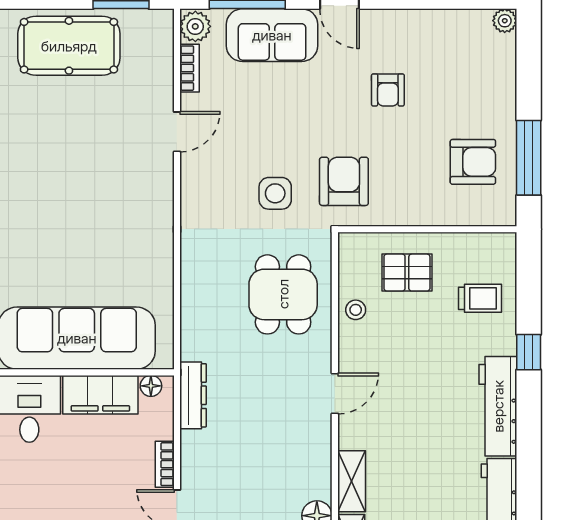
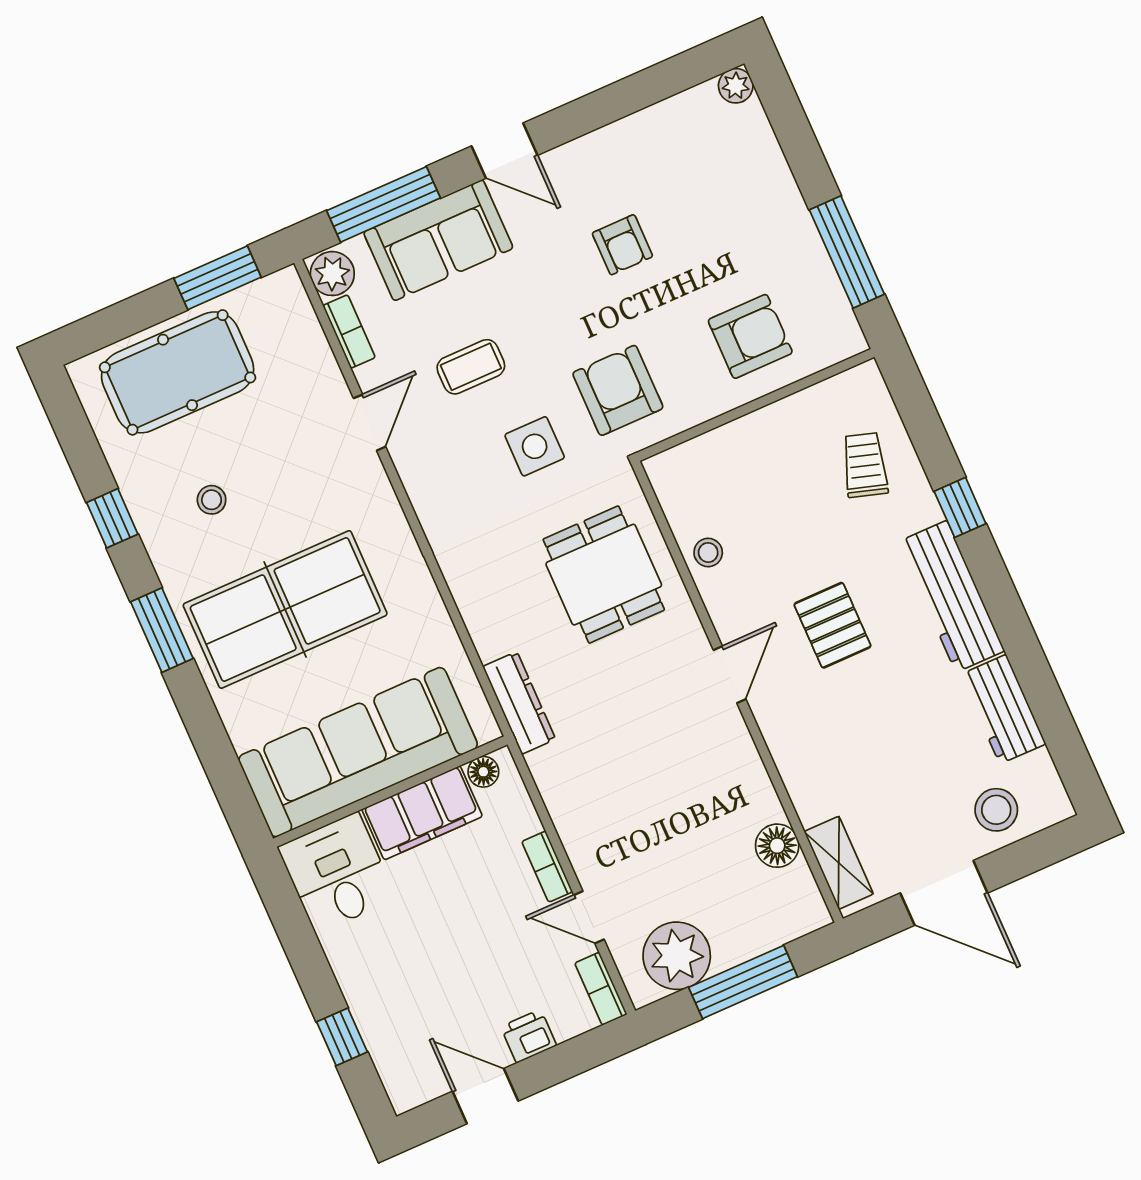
coffee table: (257, 125) -> (471, 367), added
stool: (55, 136) -> (212, 500), added
armchair: (473, 162) -> (750, 336), moved
table tennis table: (71, 227) -> (285, 609), added
pallet: (407, 273) -> (832, 625), moved, turned 90
trolley: (480, 298) -> (865, 465), turned -73
dresser: (193, 395) -> (519, 703), moved
shelving: (352, 481) -> (803, 780), removed

